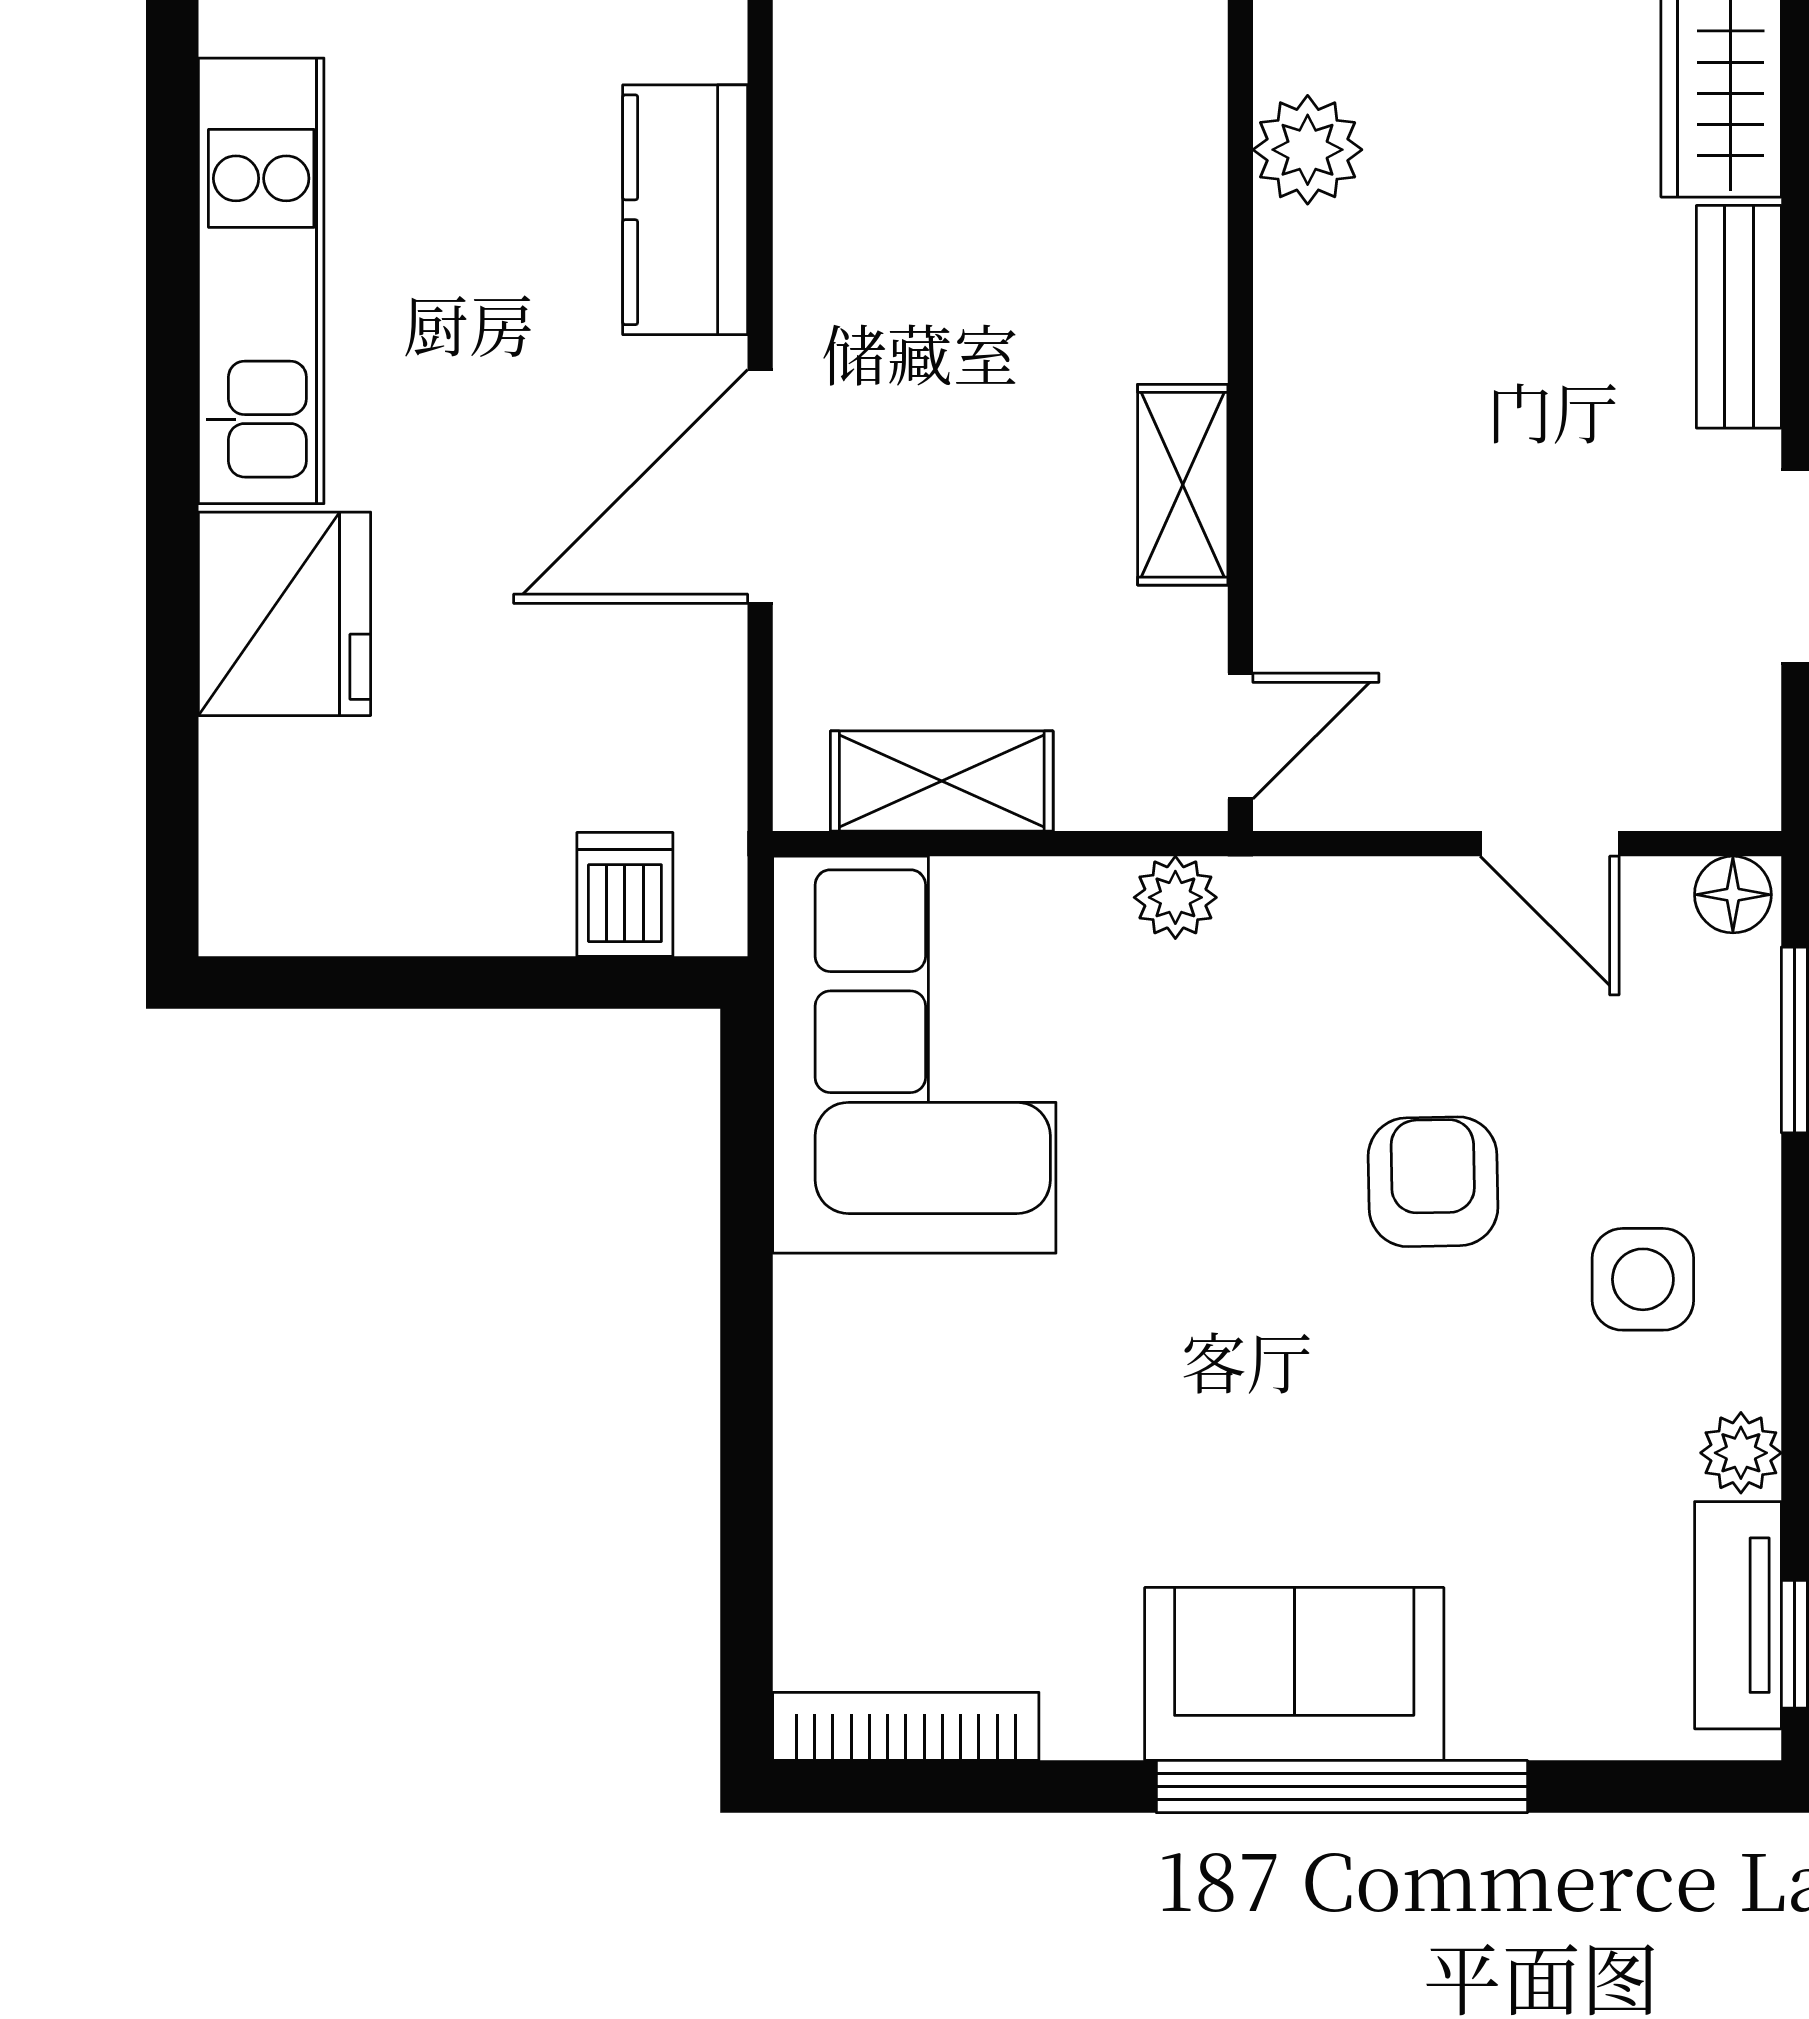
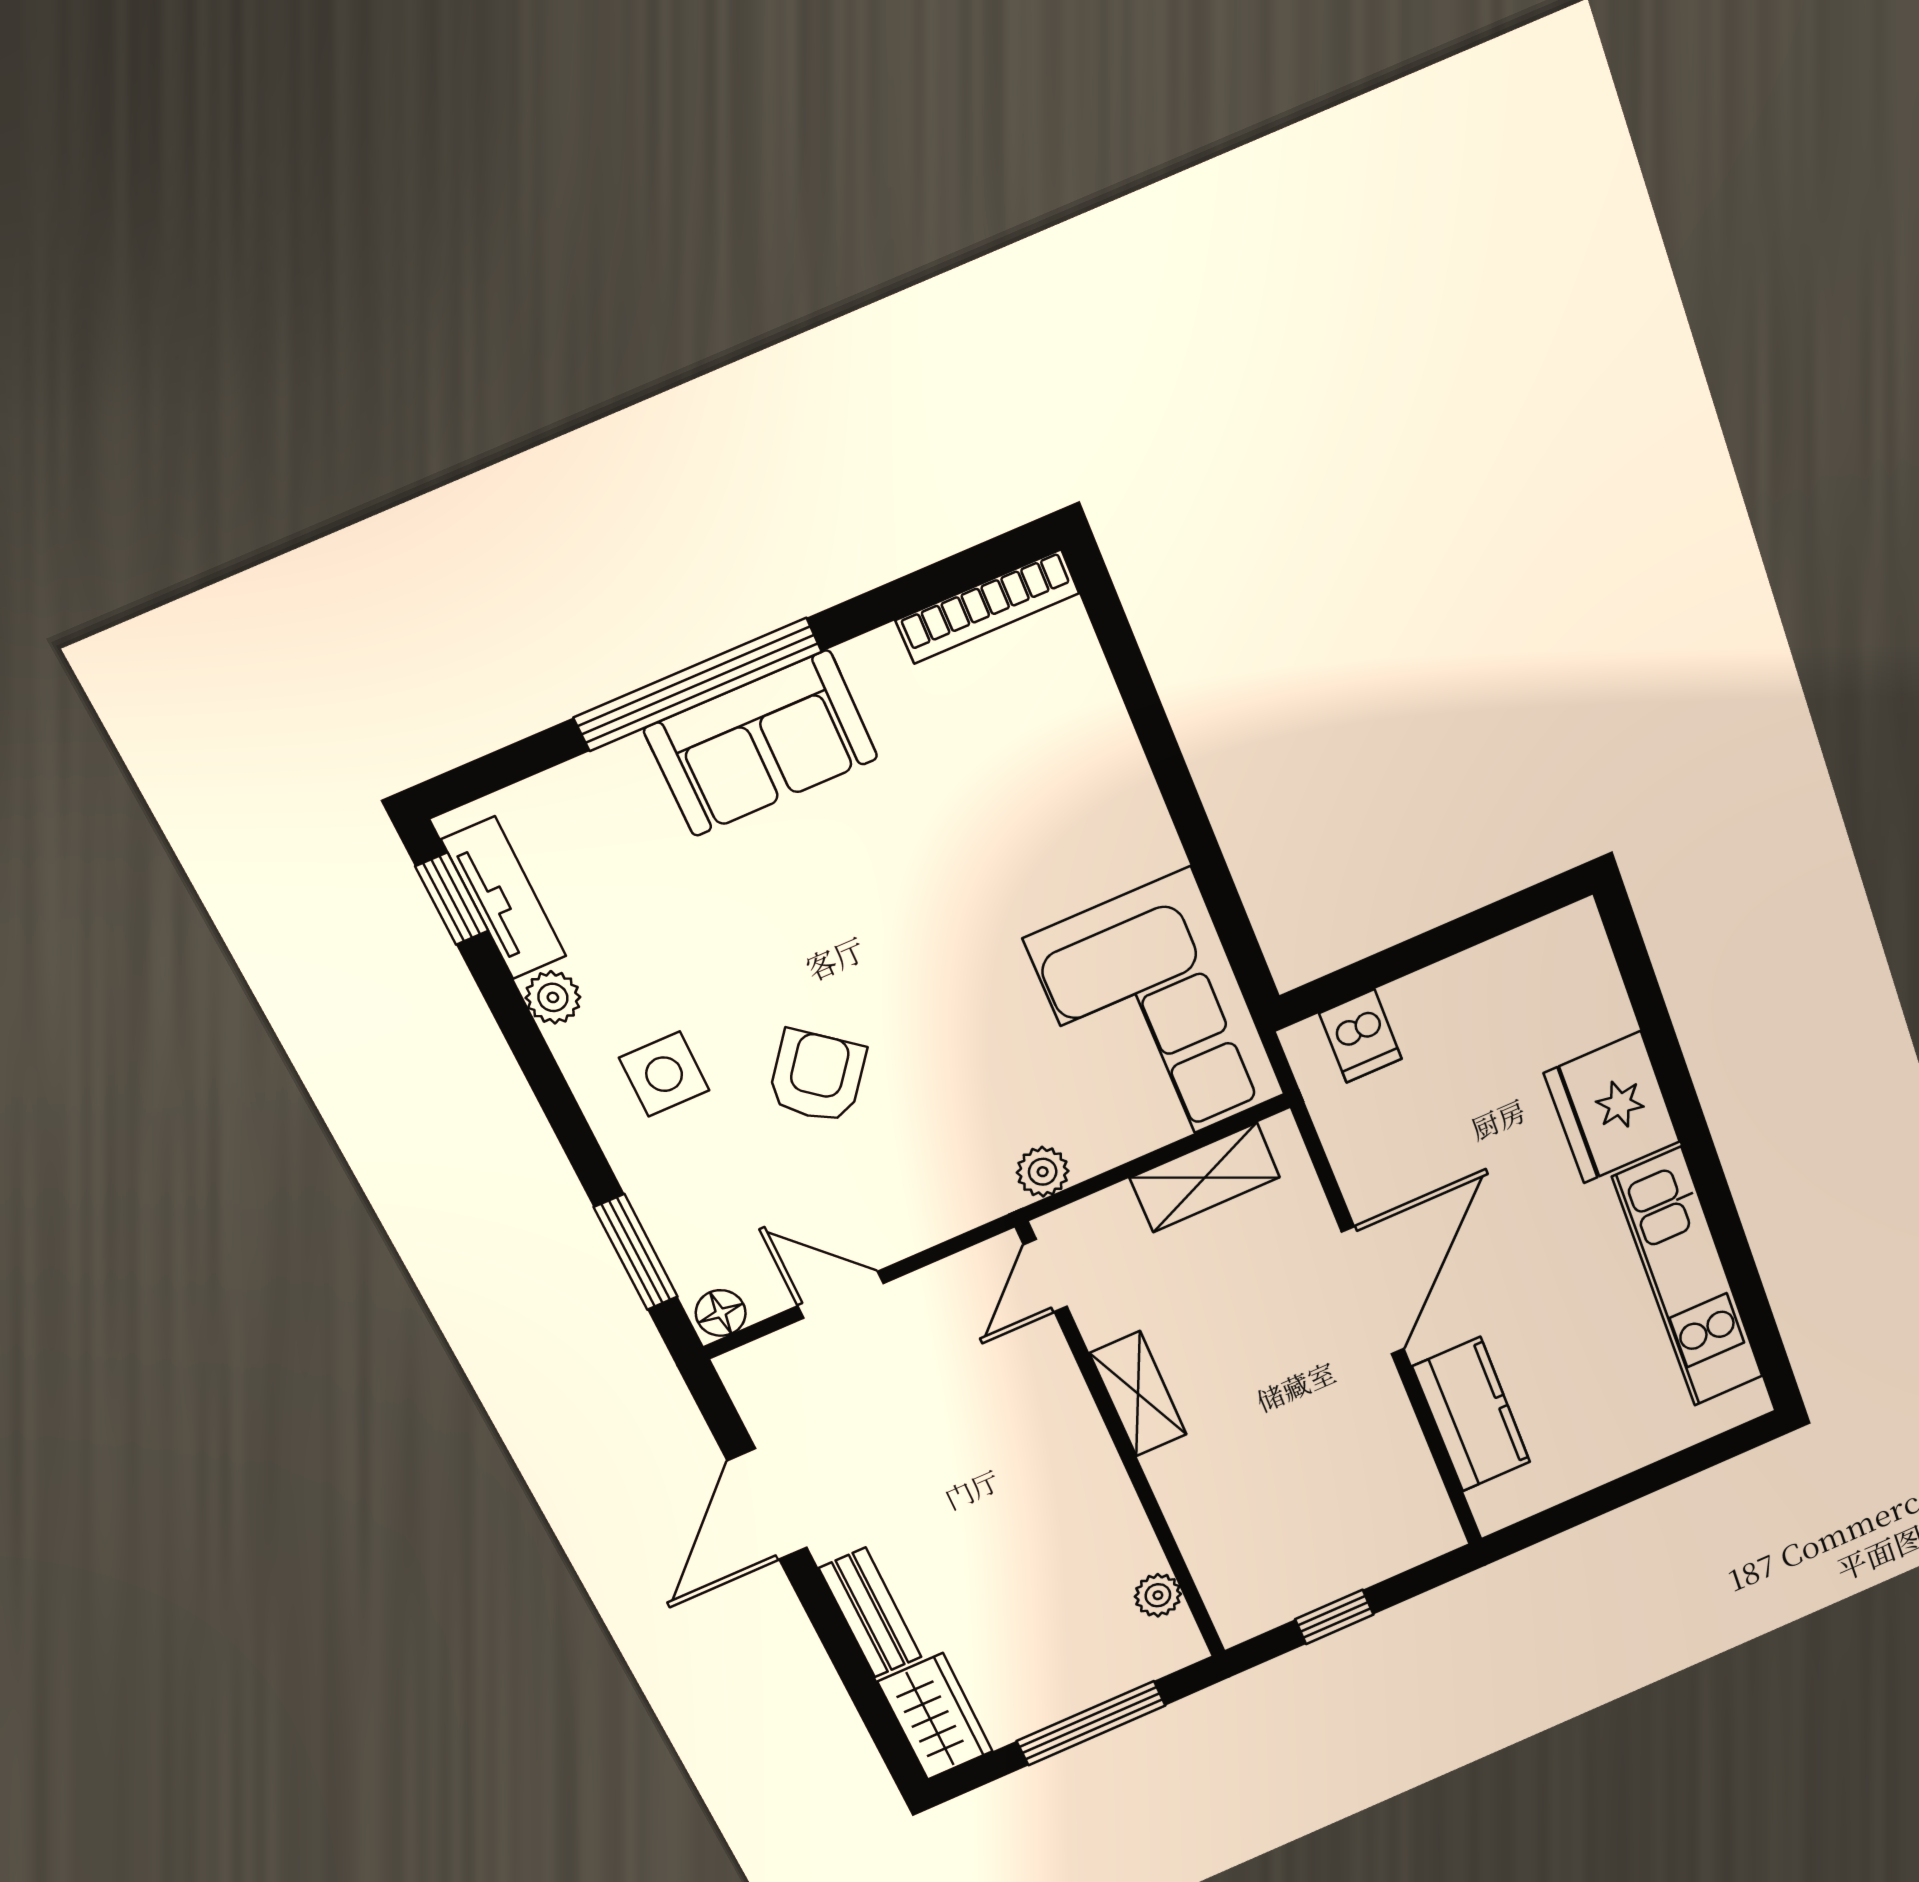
plant: (1308, 150) -> (1158, 1595), width x0.73, depth x0.73
armchair: (1433, 1182) -> (817, 1077), turned -141

